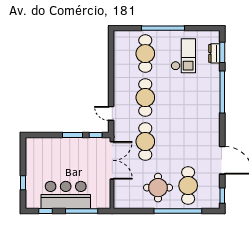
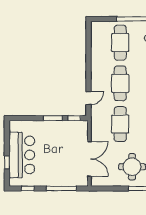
door: (111, 113) -> (89, 98), swing flipped
double door: (112, 160) -> (89, 159), moved
bar counter: (66, 195) -> (22, 155), moved, turned 90

